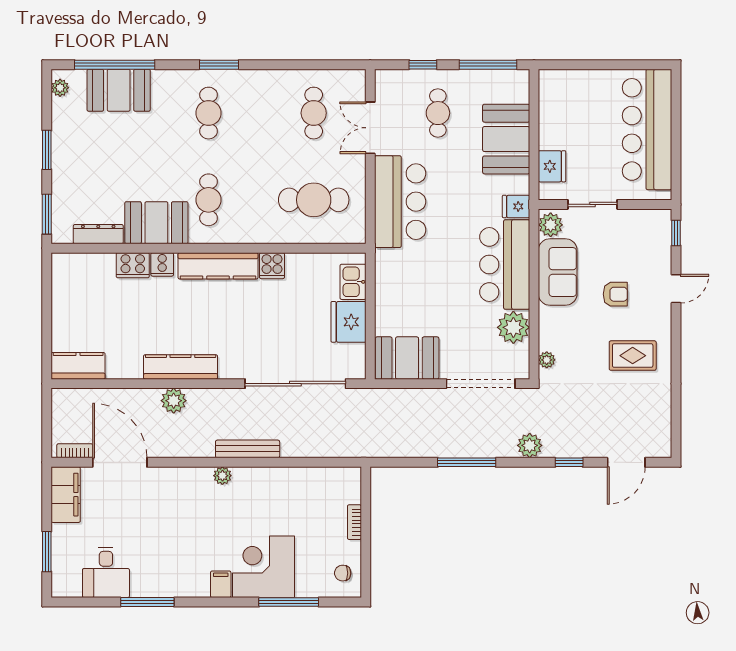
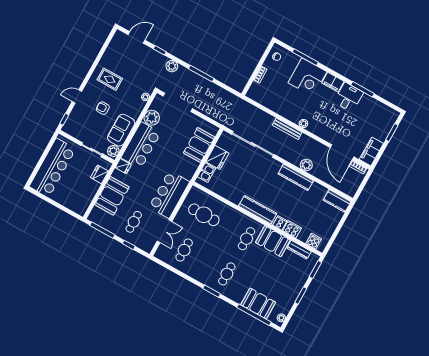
cooker: (272, 266) -> (314, 241), moved
booth: (407, 358) -> (199, 145), moved, turned 90
desk: (106, 572) -> (349, 97), moved
filing cabinet: (221, 584) -> (333, 82), width x2.00

